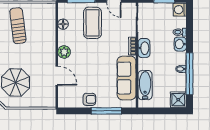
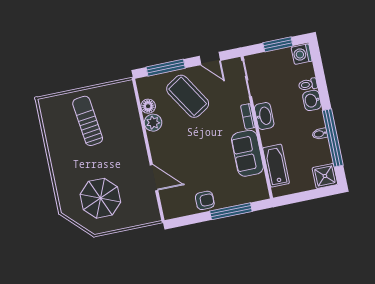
coffee table: (93, 23) -> (188, 96), turned -32
plant: (64, 52) -> (153, 123), moved
sofa: (127, 78) -> (247, 153), width x0.73

